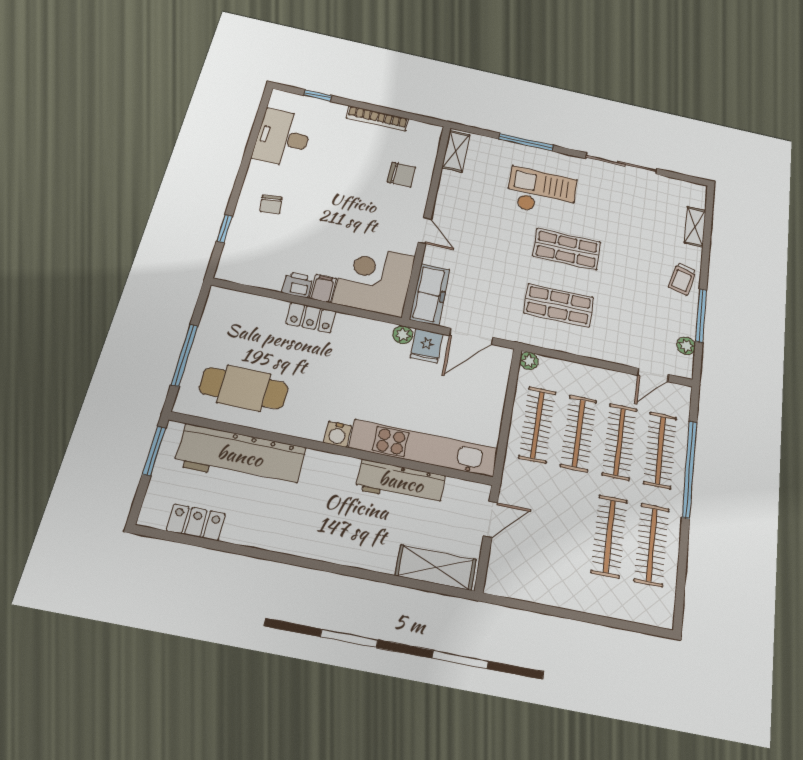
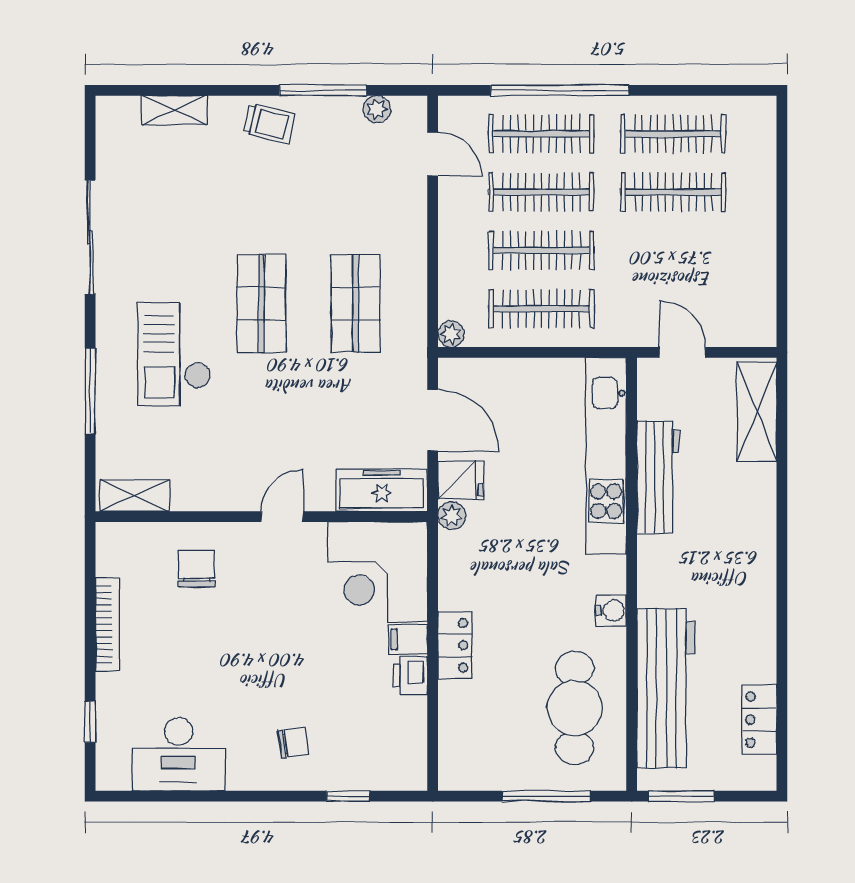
water cooler: (337, 434) -> (611, 610), moved

